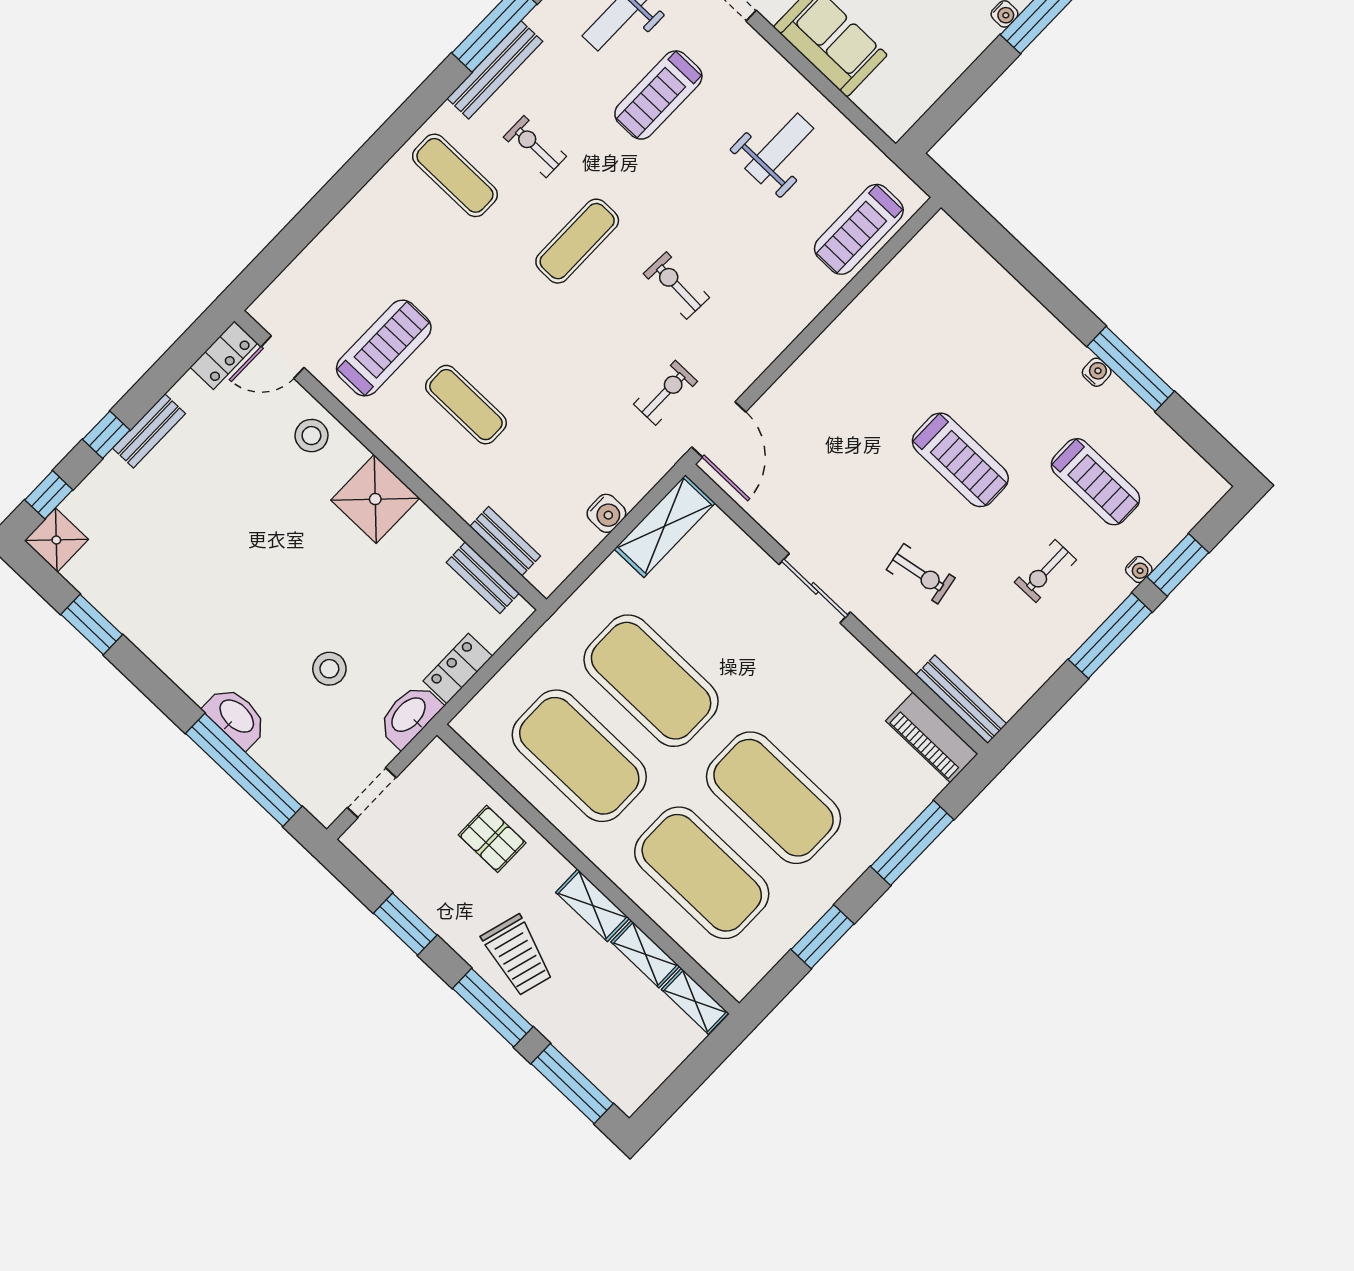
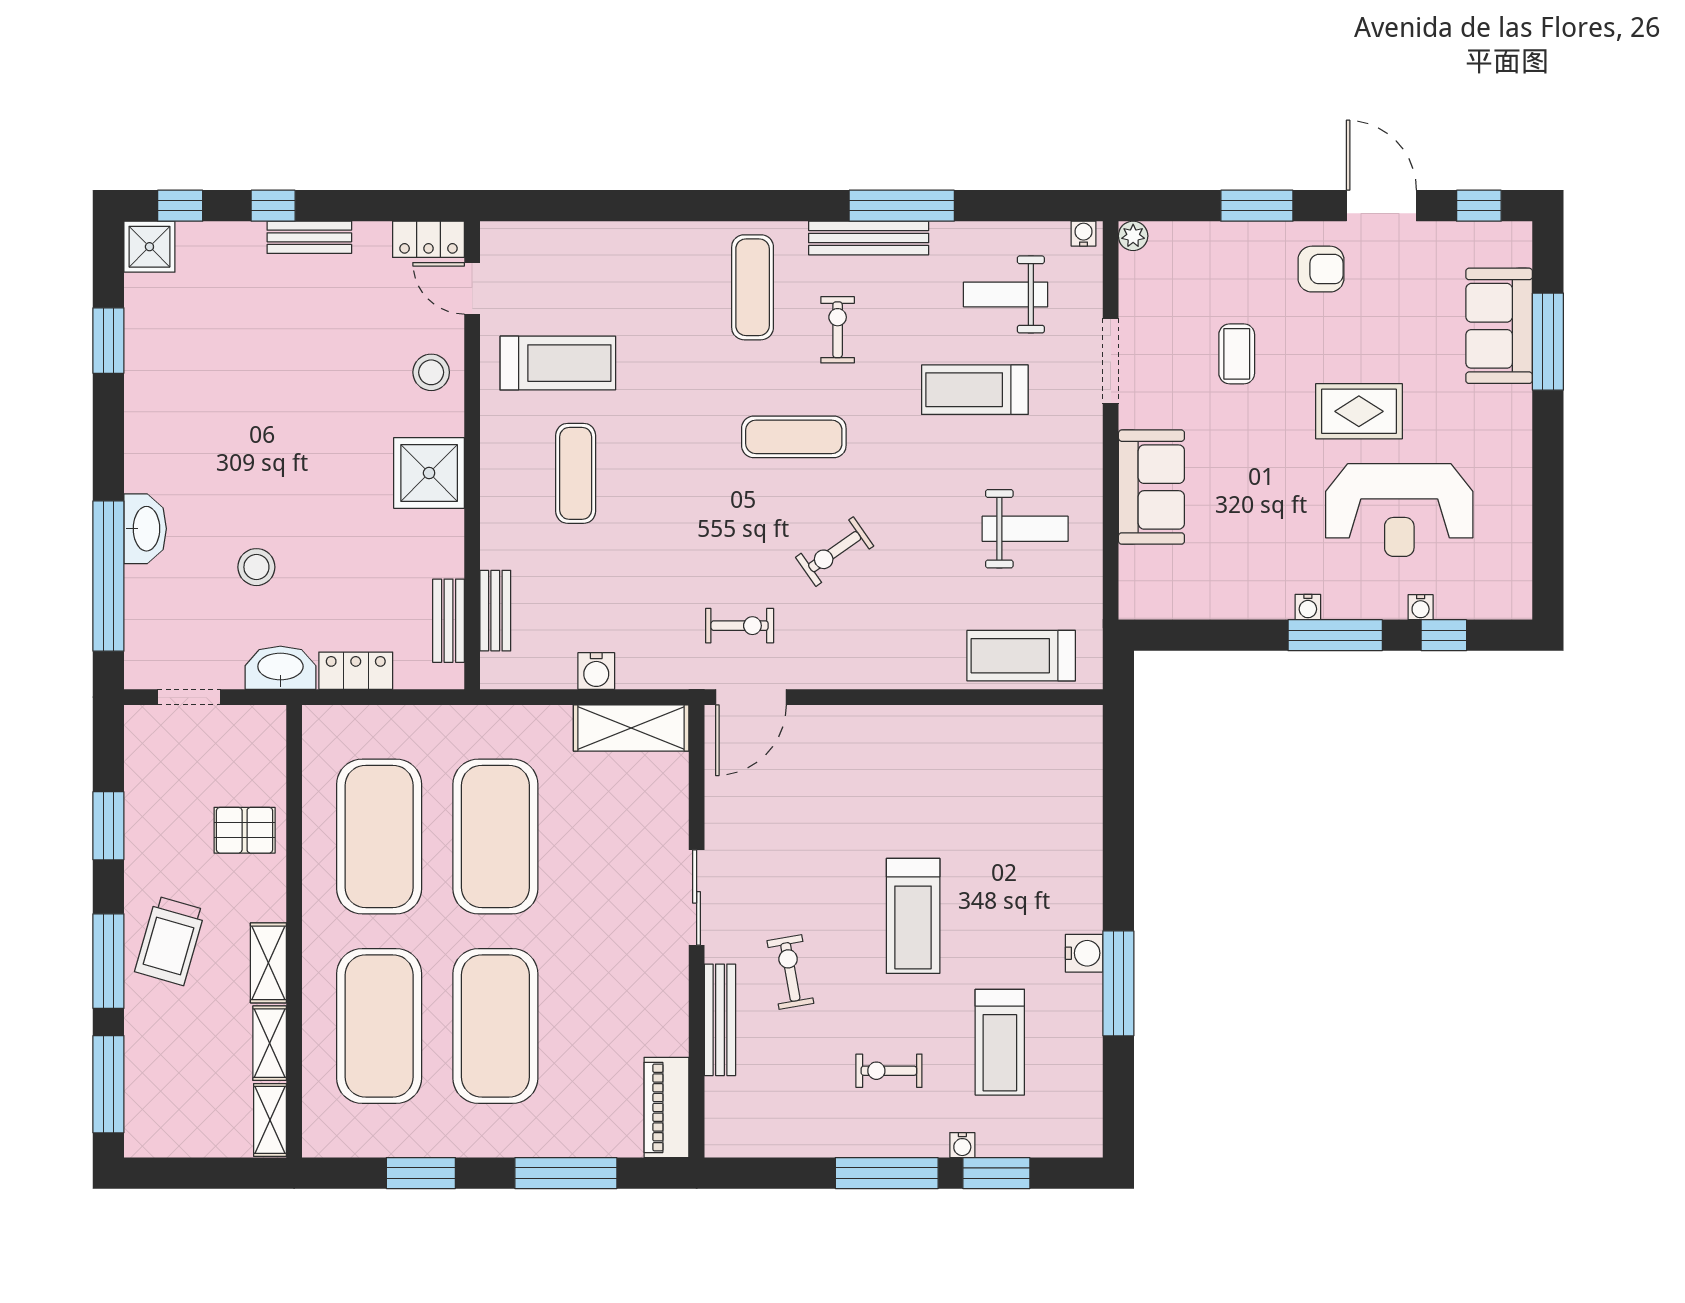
exercise bike: (676, 286) -> (835, 552), turned -128
water cooler: (1097, 372) -> (1084, 953), width x1.38, depth x1.38
exercise bike: (921, 574) -> (790, 972), turned 180
bench: (961, 699) -> (720, 1020), moved
pallet: (492, 839) -> (245, 830), turned 90

